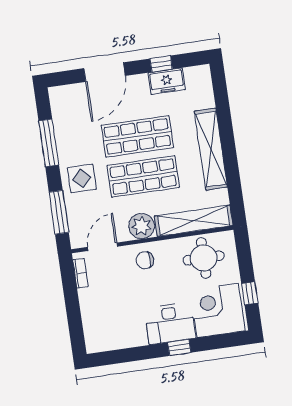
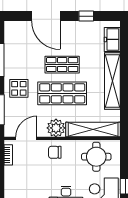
door: (105, 72) -> (46, 16), hinge flipped
freezer: (167, 81) -> (112, 39), moved, turned 90
shop shelf: (137, 136) -> (62, 65), width x0.70, depth x0.74

